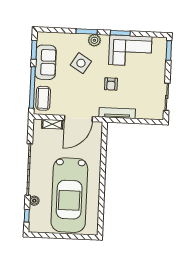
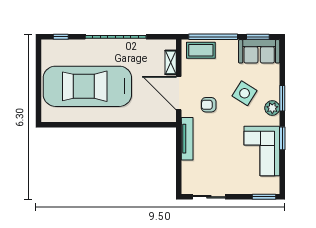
sofa: (46, 62) -> (259, 51), moved
armchair: (111, 84) -> (209, 105), moved
boiler: (34, 201) -> (79, 45), removed

